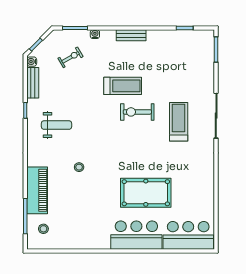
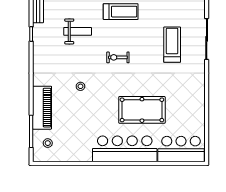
exercise bike: (137, 112) -> (118, 57), moved, width x0.73, depth x0.72
weight bench: (56, 125) -> (78, 31), moved
bar counter: (136, 235) -> (125, 149), width x1.36

